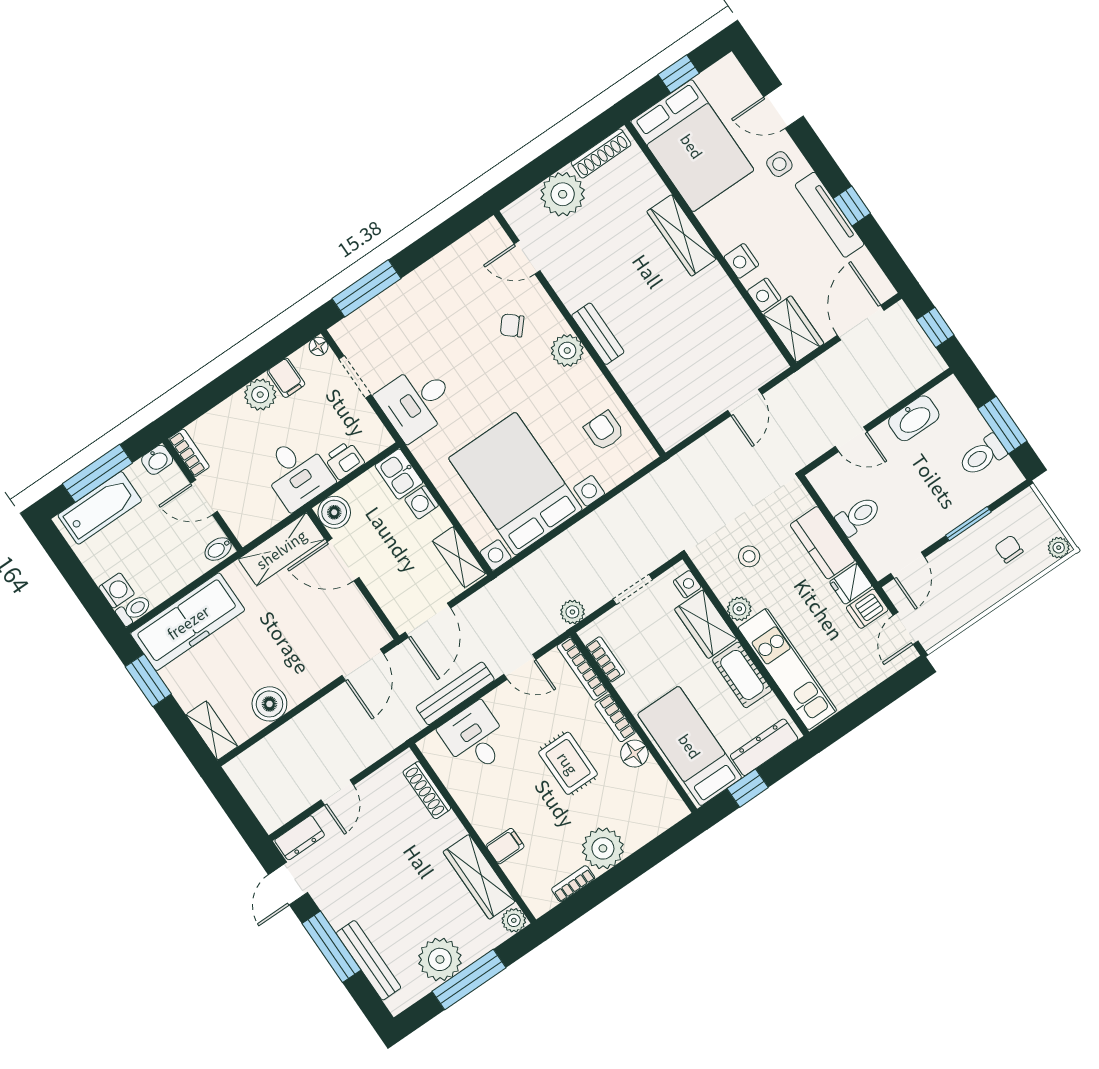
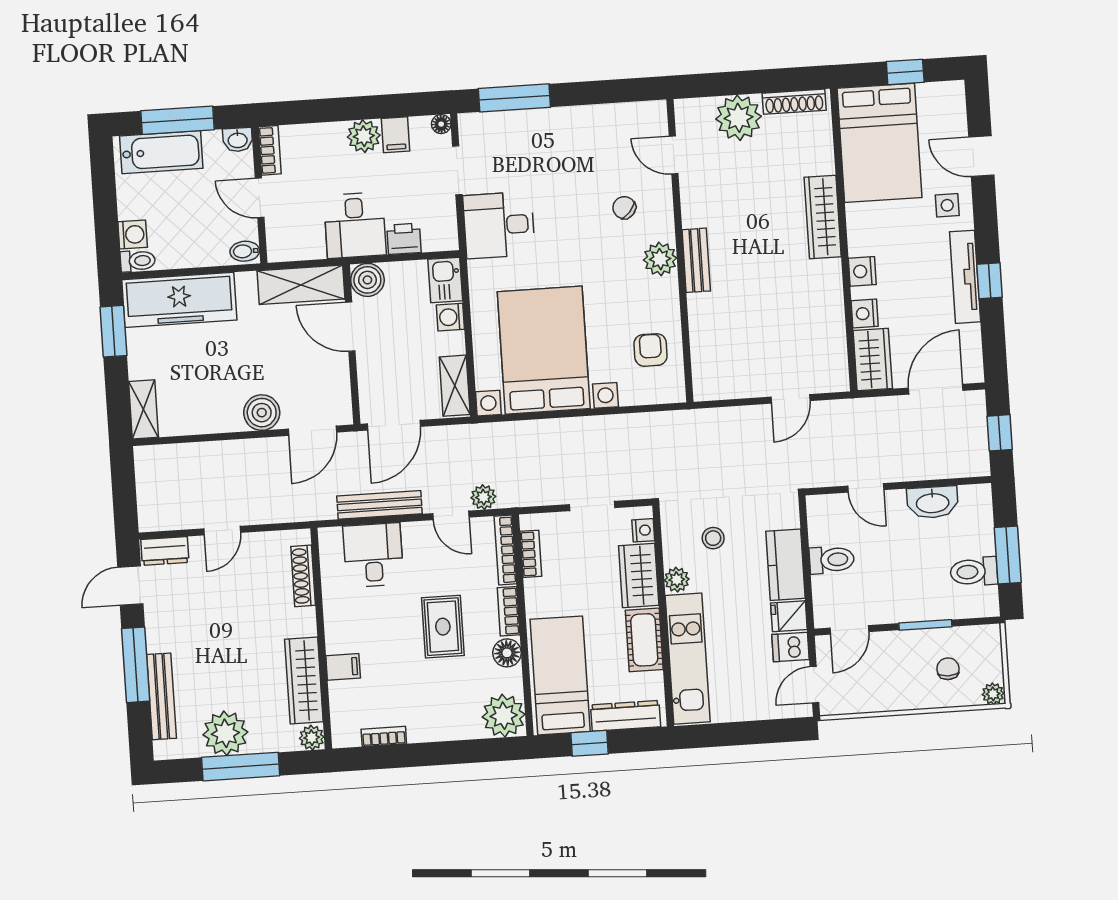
plant: (572, 612) -> (483, 497), moved
boiler: (269, 704) -> (262, 413), moved
plant: (603, 848) -> (504, 716), moved

